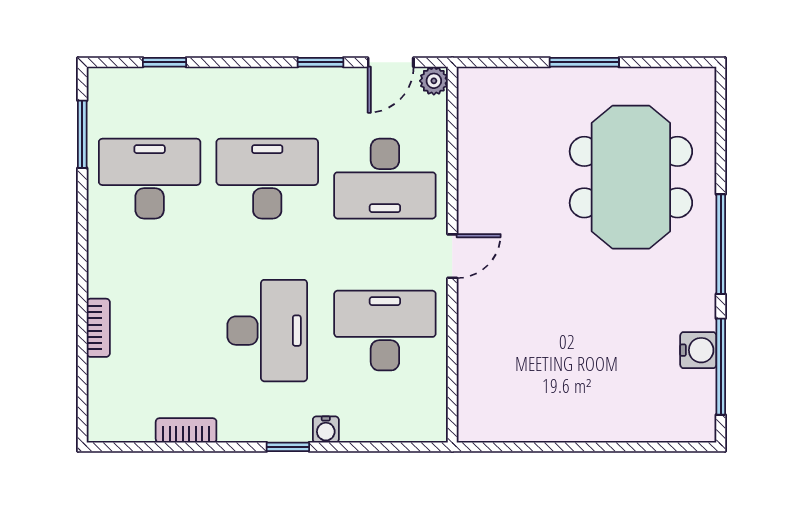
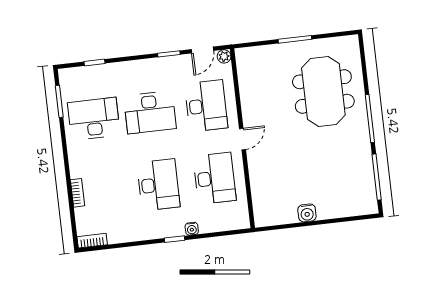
desk: (267, 179) -> (150, 112), turned 180
desk: (385, 179) -> (206, 106), turned -90
desk: (385, 331) -> (214, 178), turned 90
water cooler: (698, 350) -> (307, 213), moved, turned 90
bookcase: (186, 430) -> (92, 241), moved

